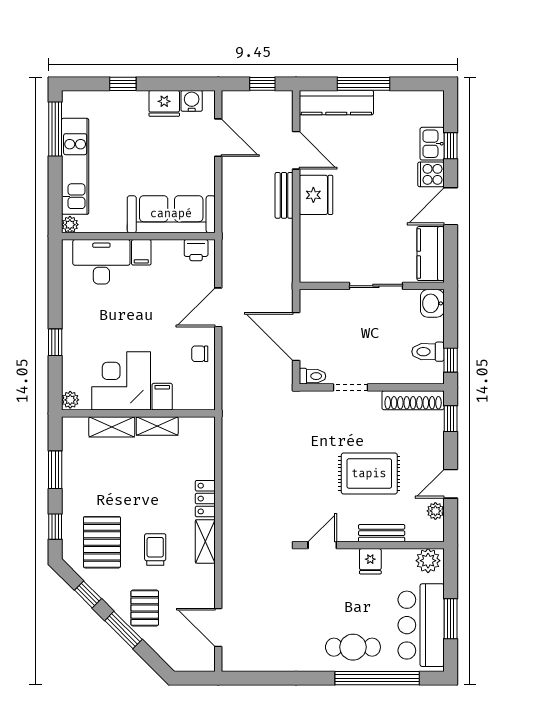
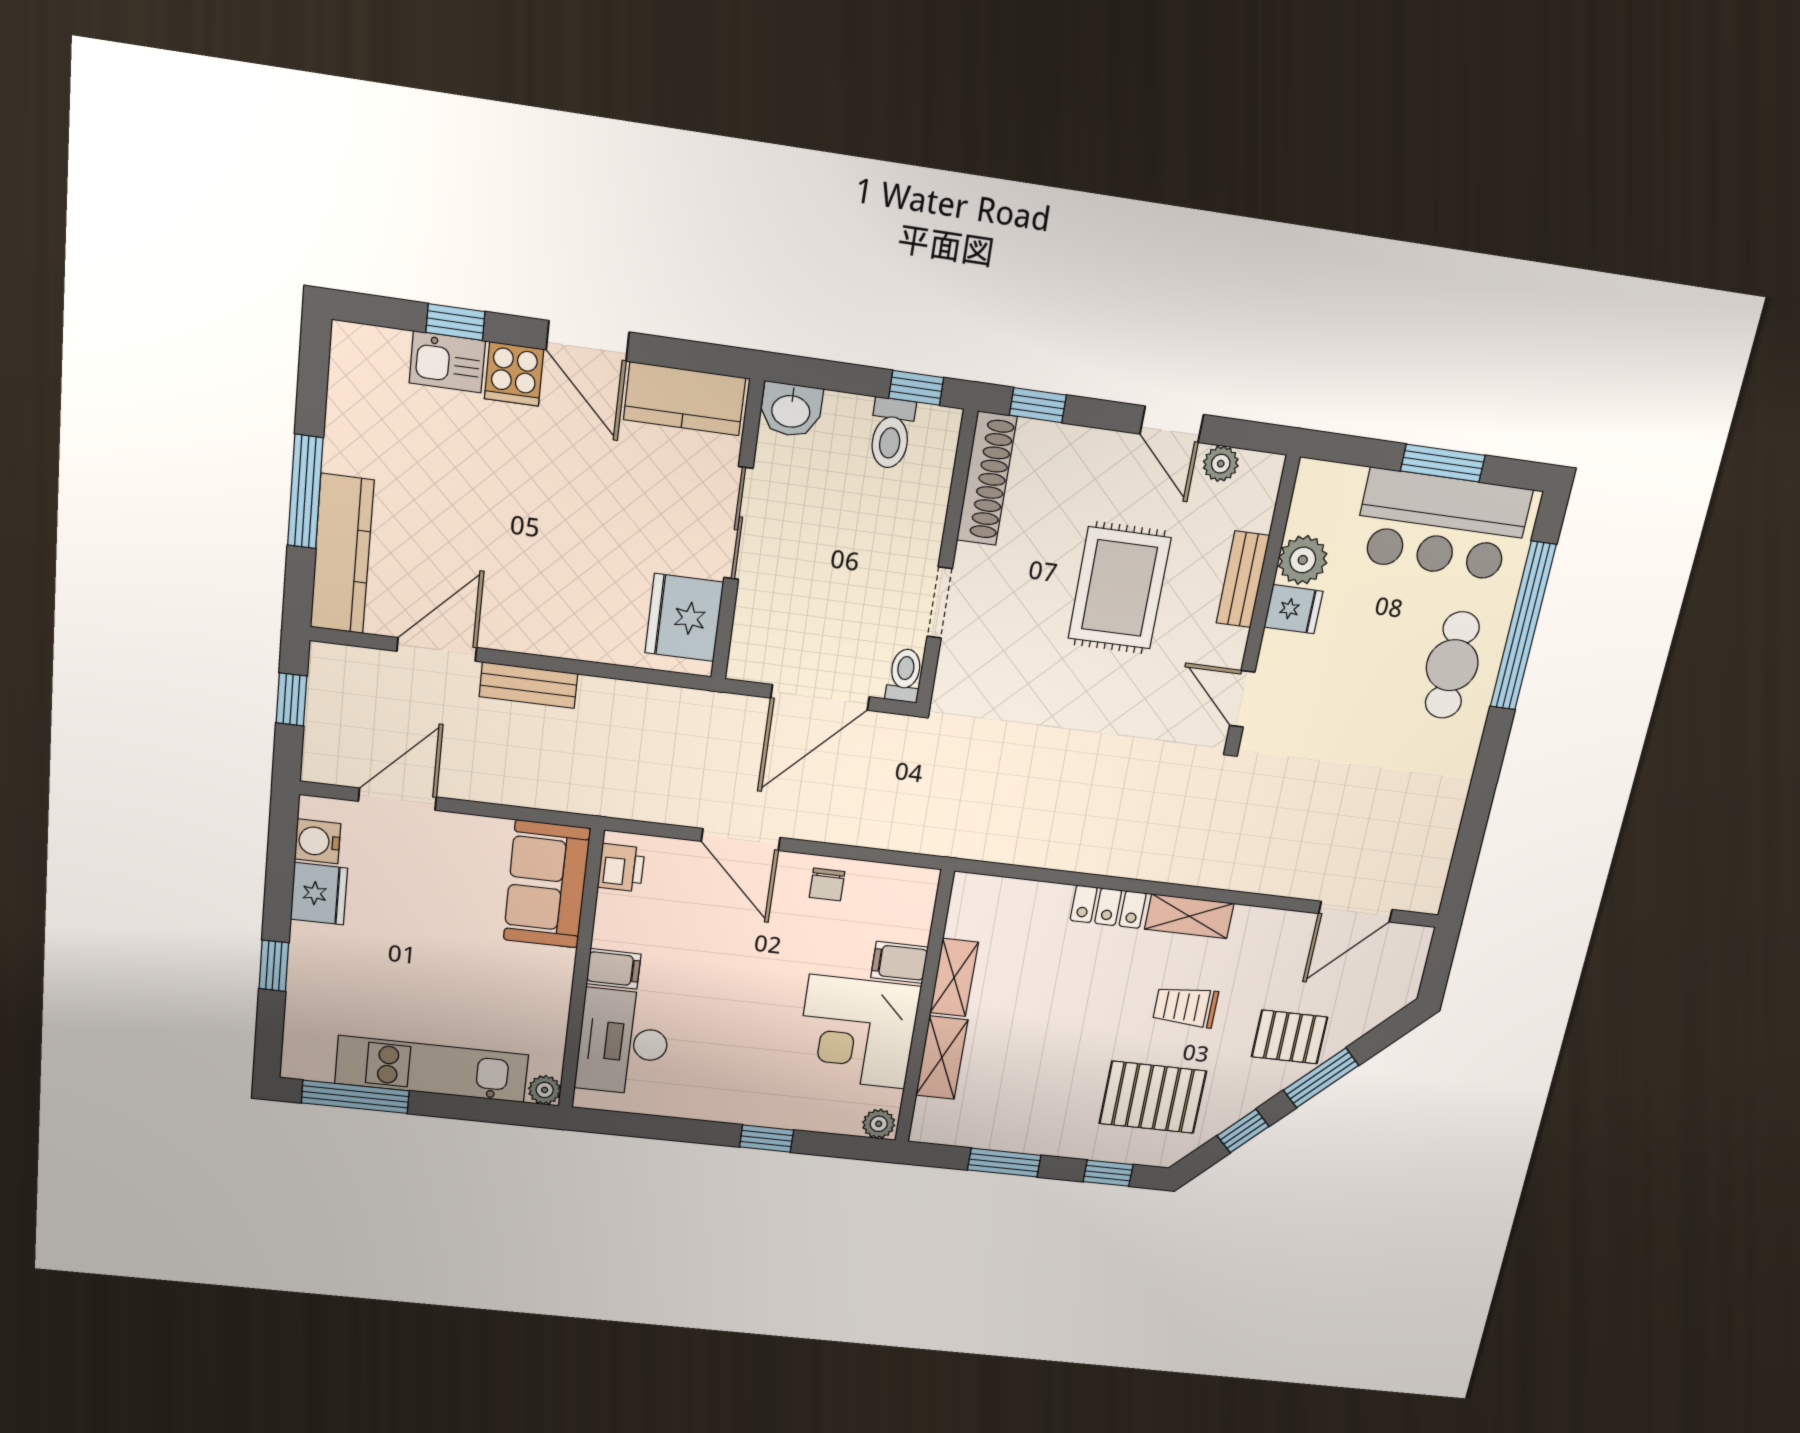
fridge: (316, 195) -> (684, 618), moved, turned -90
sofa: (171, 214) -> (547, 884), width x0.73
plant: (428, 561) -> (1303, 560), moved

